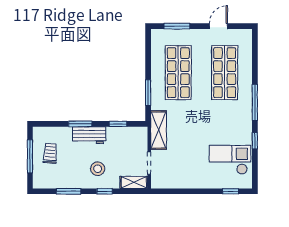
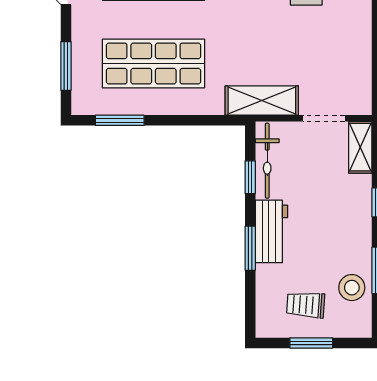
window: (148, 93) -> (120, 120), moved
bicycle: (127, 133) -> (267, 161), added
window: (30, 156) -> (311, 343), width x0.69
stool: (98, 169) -> (352, 288), moved

